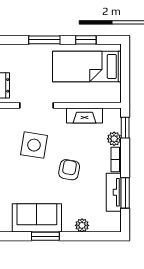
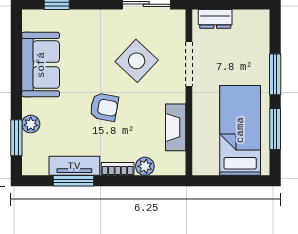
window: (86, 40) -> (275, 129), width x1.50
window: (125, 128) -> (160, 181), removed
side table: (34, 145) -> (137, 61), turned 34
window: (45, 236) -> (16, 138), moved

